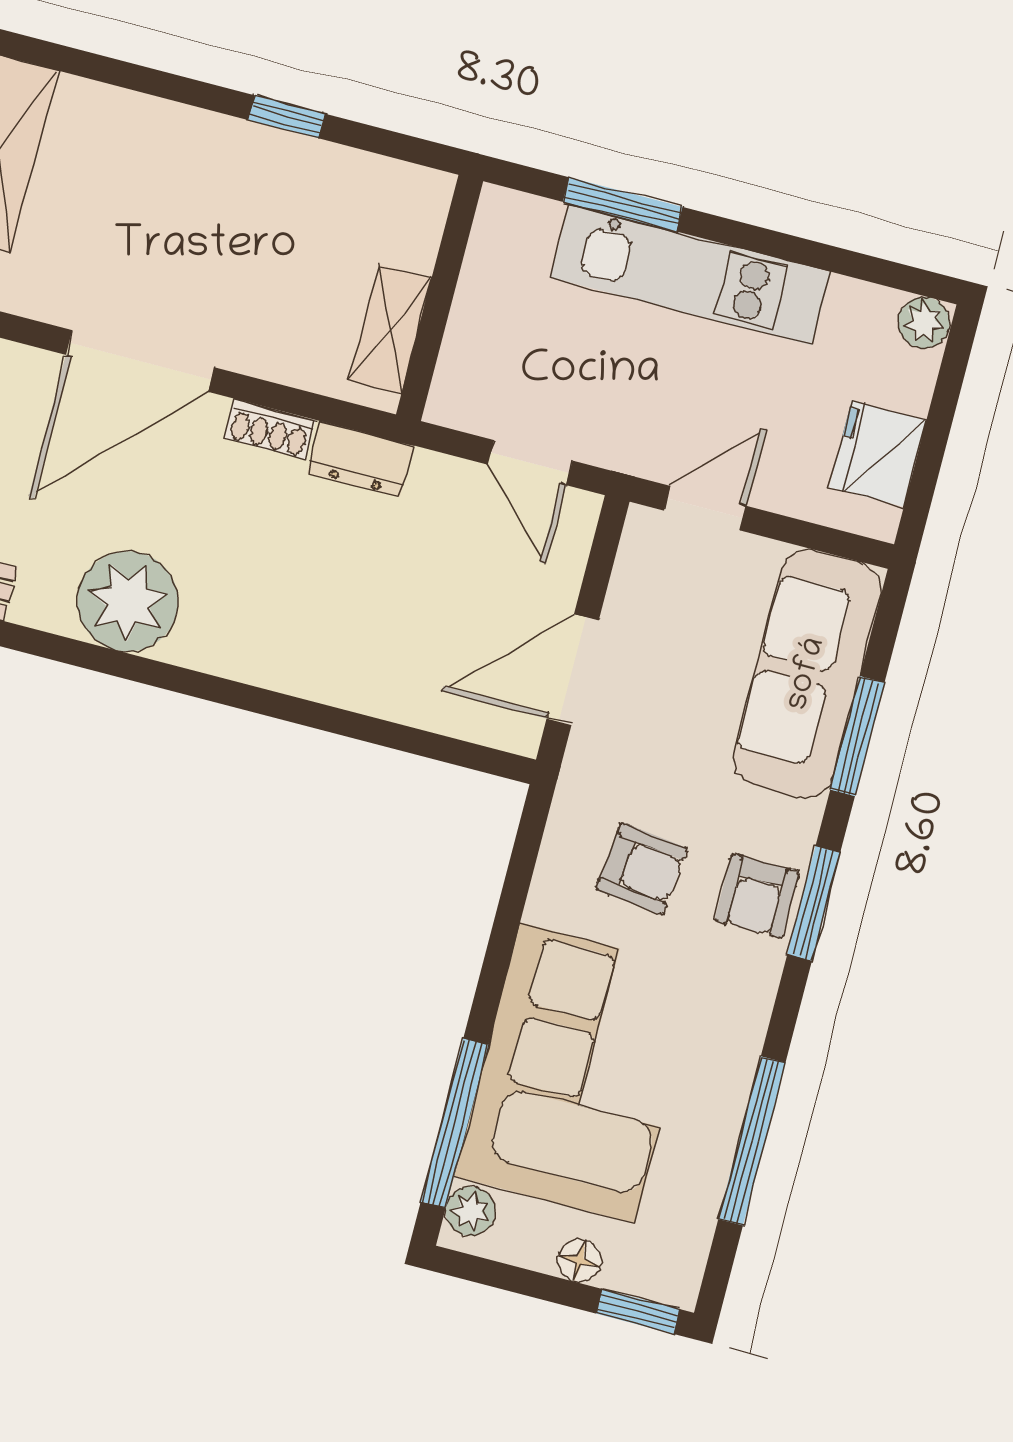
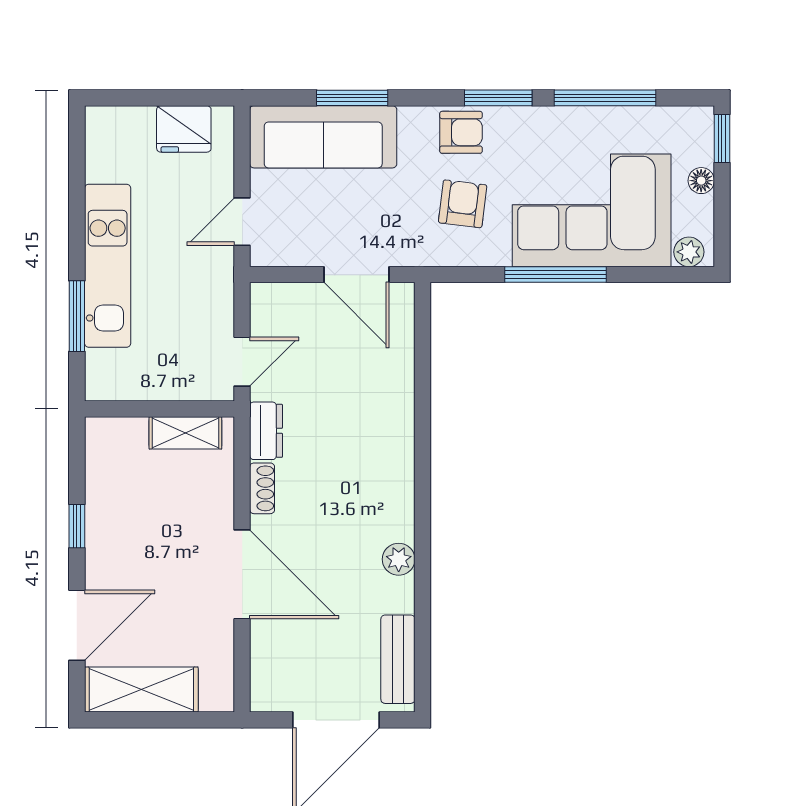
door: (128, 75) -> (77, 625), added
plant: (924, 323) -> (100, 122), removed
door: (530, 463) -> (242, 362), moved
door: (705, 508) -> (242, 222), hinge flipped
plant: (128, 601) -> (399, 559), width x0.53, depth x0.53
window: (814, 903) -> (498, 98), moved
window: (455, 1123) -> (555, 275), moved

